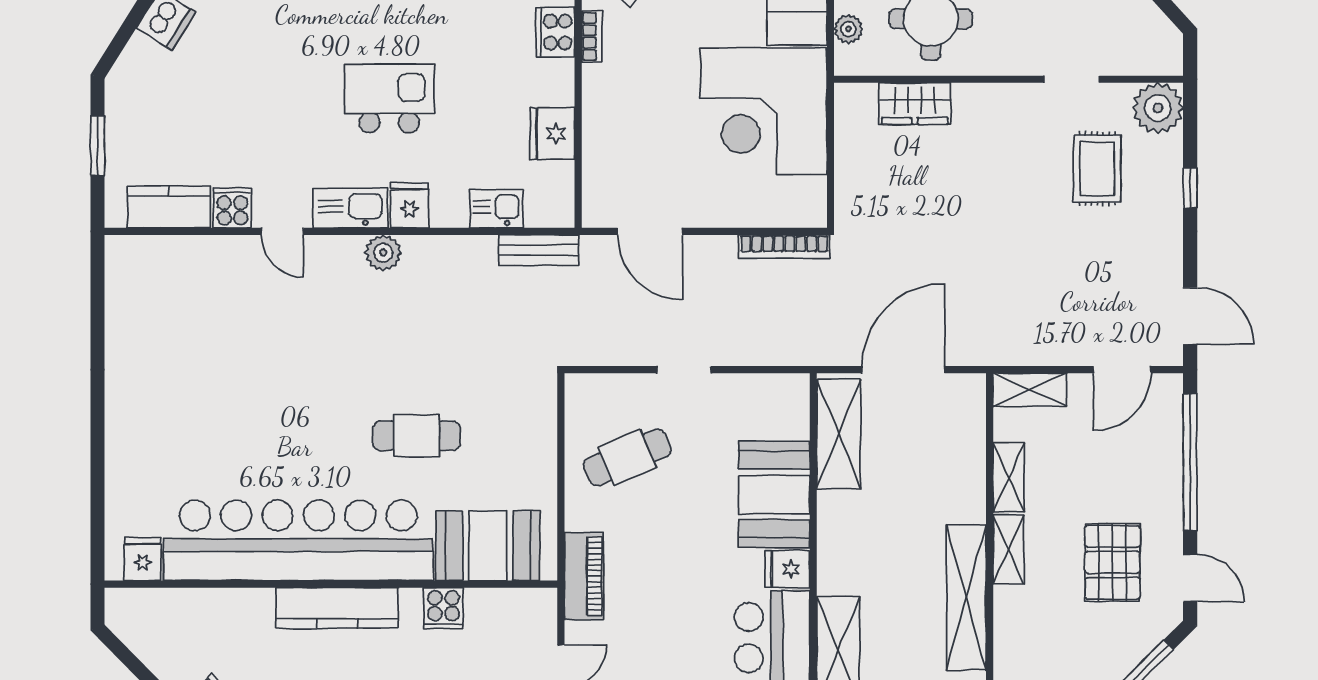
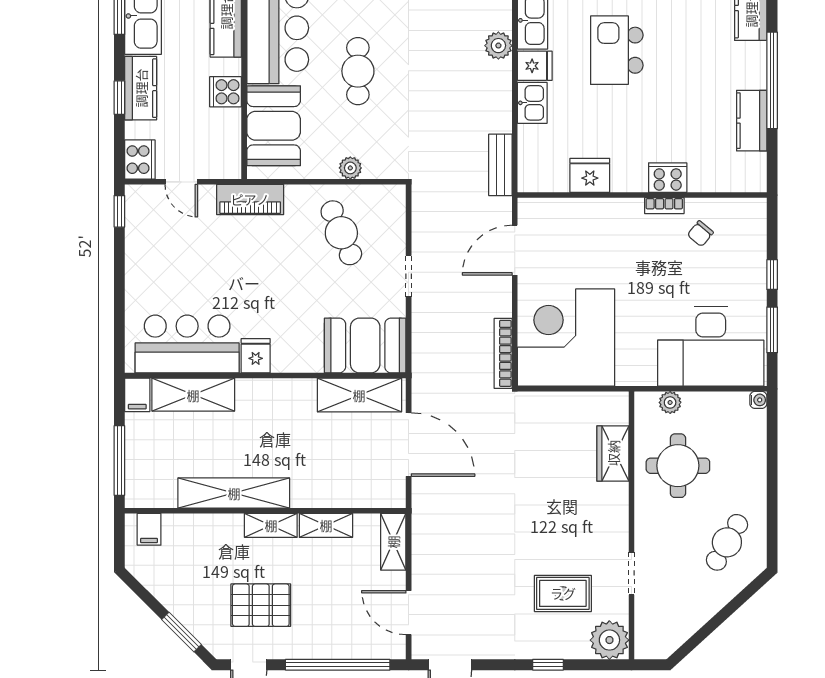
kitchen island: (389, 98) -> (617, 50), turned 180
corner desk: (764, 111) -> (566, 338), moved
kitchen sink: (496, 209) -> (532, 103), moved
plant: (543, 446) -> (350, 168), added
booth: (774, 494) -> (365, 345), moved

